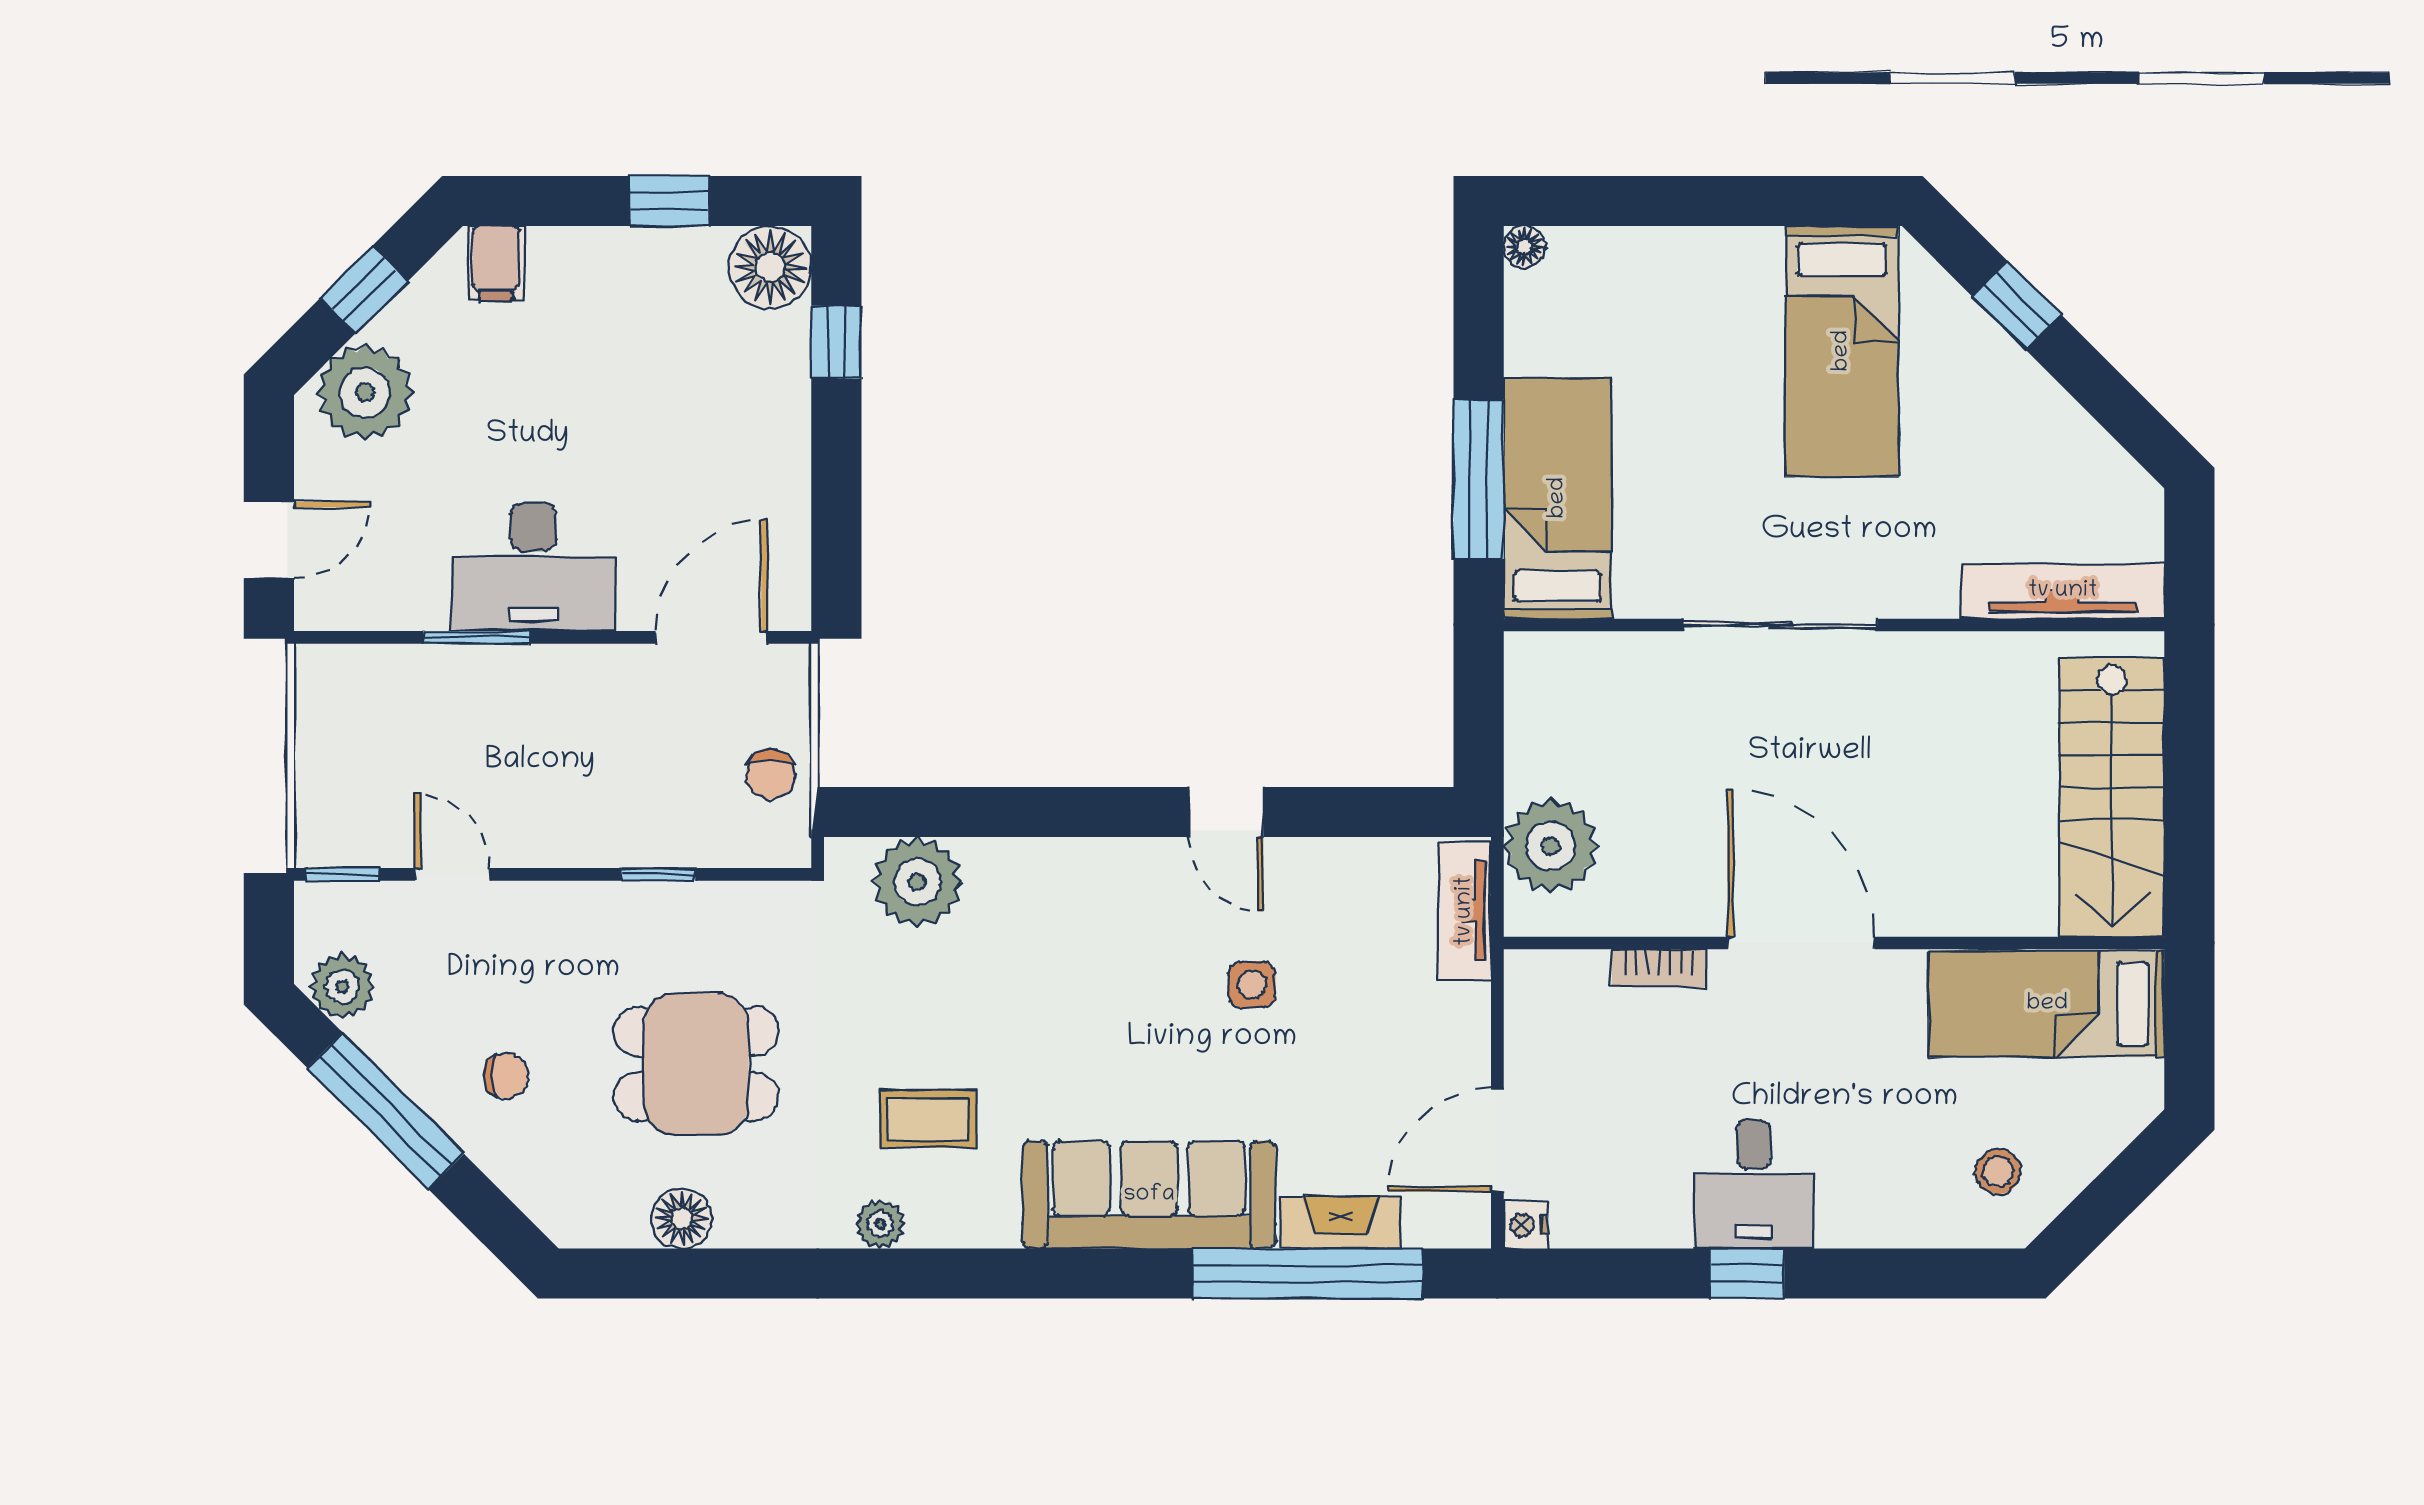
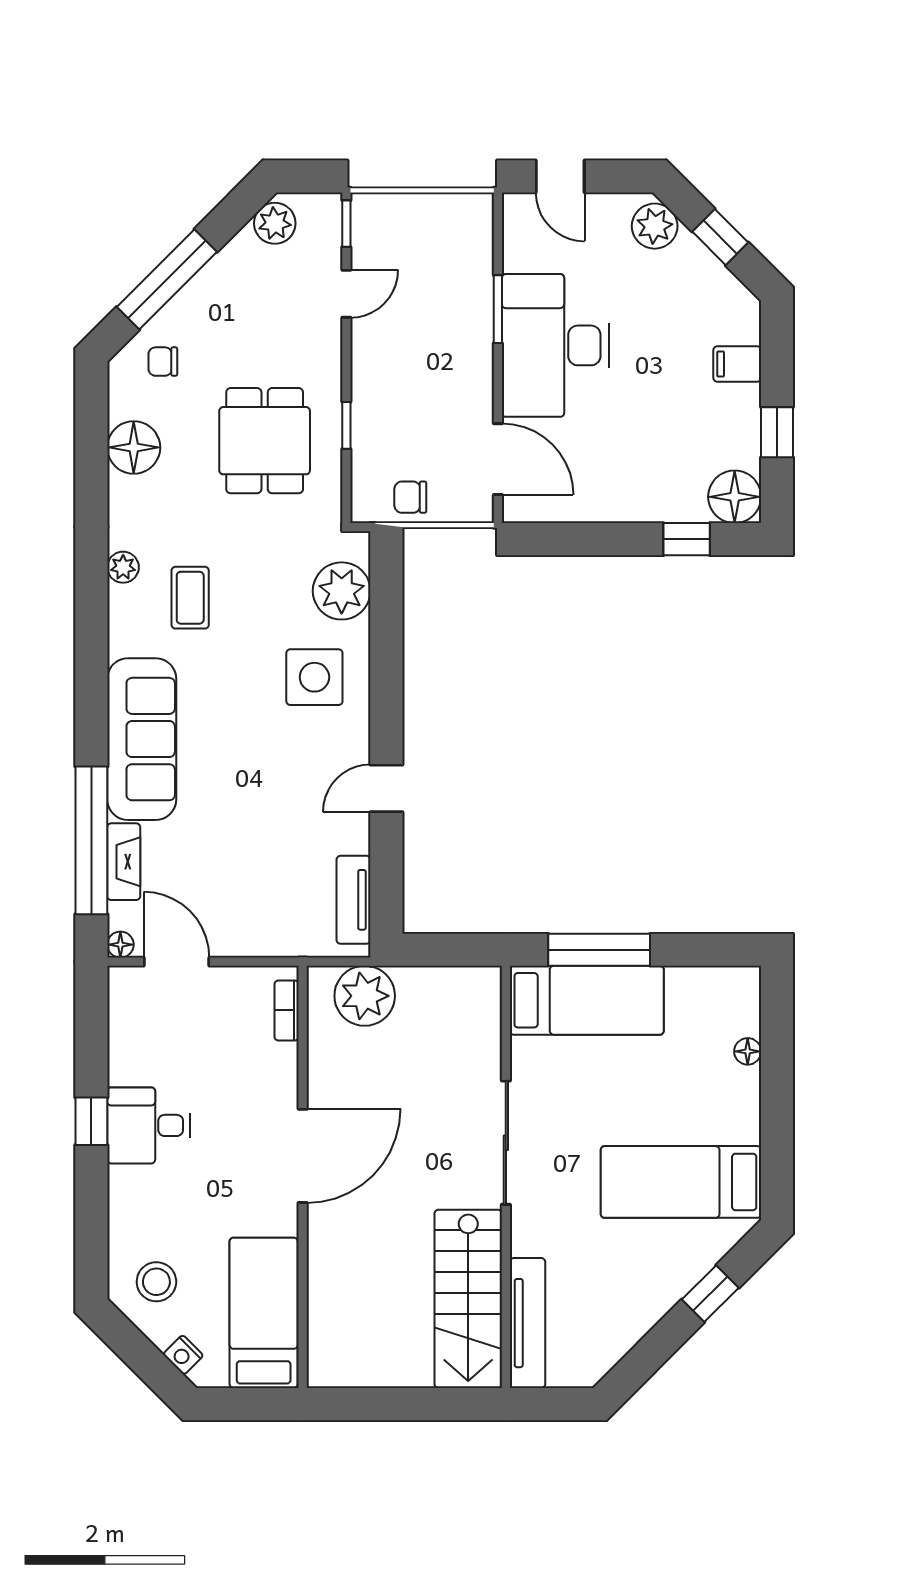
floor lamp: (1524, 247) -> (748, 1051), moved
filing cabinet: (496, 263) -> (737, 364), moved
plant: (365, 392) -> (655, 226), width x0.73, depth x0.73
desk: (533, 567) -> (555, 345), width x1.36, depth x1.30
stairs: (2112, 797) -> (468, 1299), moved, turned -90
tv unit: (1465, 911) -> (354, 900), moved, turned -90
bookcase: (1659, 968) -> (287, 1010), moved
side table: (1252, 984) -> (314, 677), moved, width x1.87, depth x1.87
dining table: (696, 1064) -> (265, 441), moved
chair: (506, 1076) -> (163, 362), moved, turned 90
window: (386, 1111) -> (167, 279), moved
stool: (1998, 1172) -> (156, 1282), width x1.37, depth x1.37
floor lamp: (682, 1218) -> (134, 447), width x1.38, depth x1.38
nightstand: (1526, 1225) -> (183, 1355), moved, turned -135
floor lamp: (1470, 1228) -> (120, 945), added

